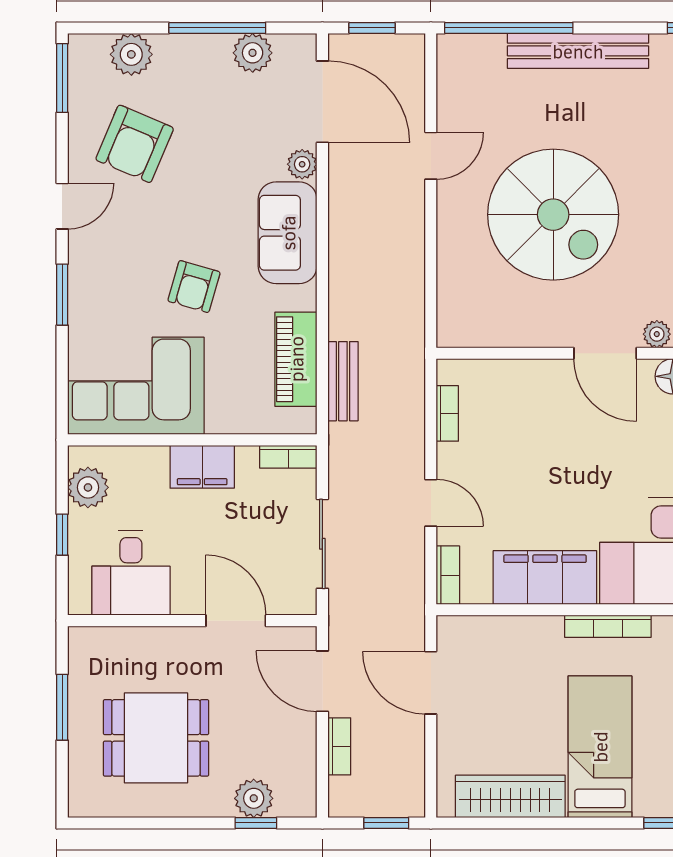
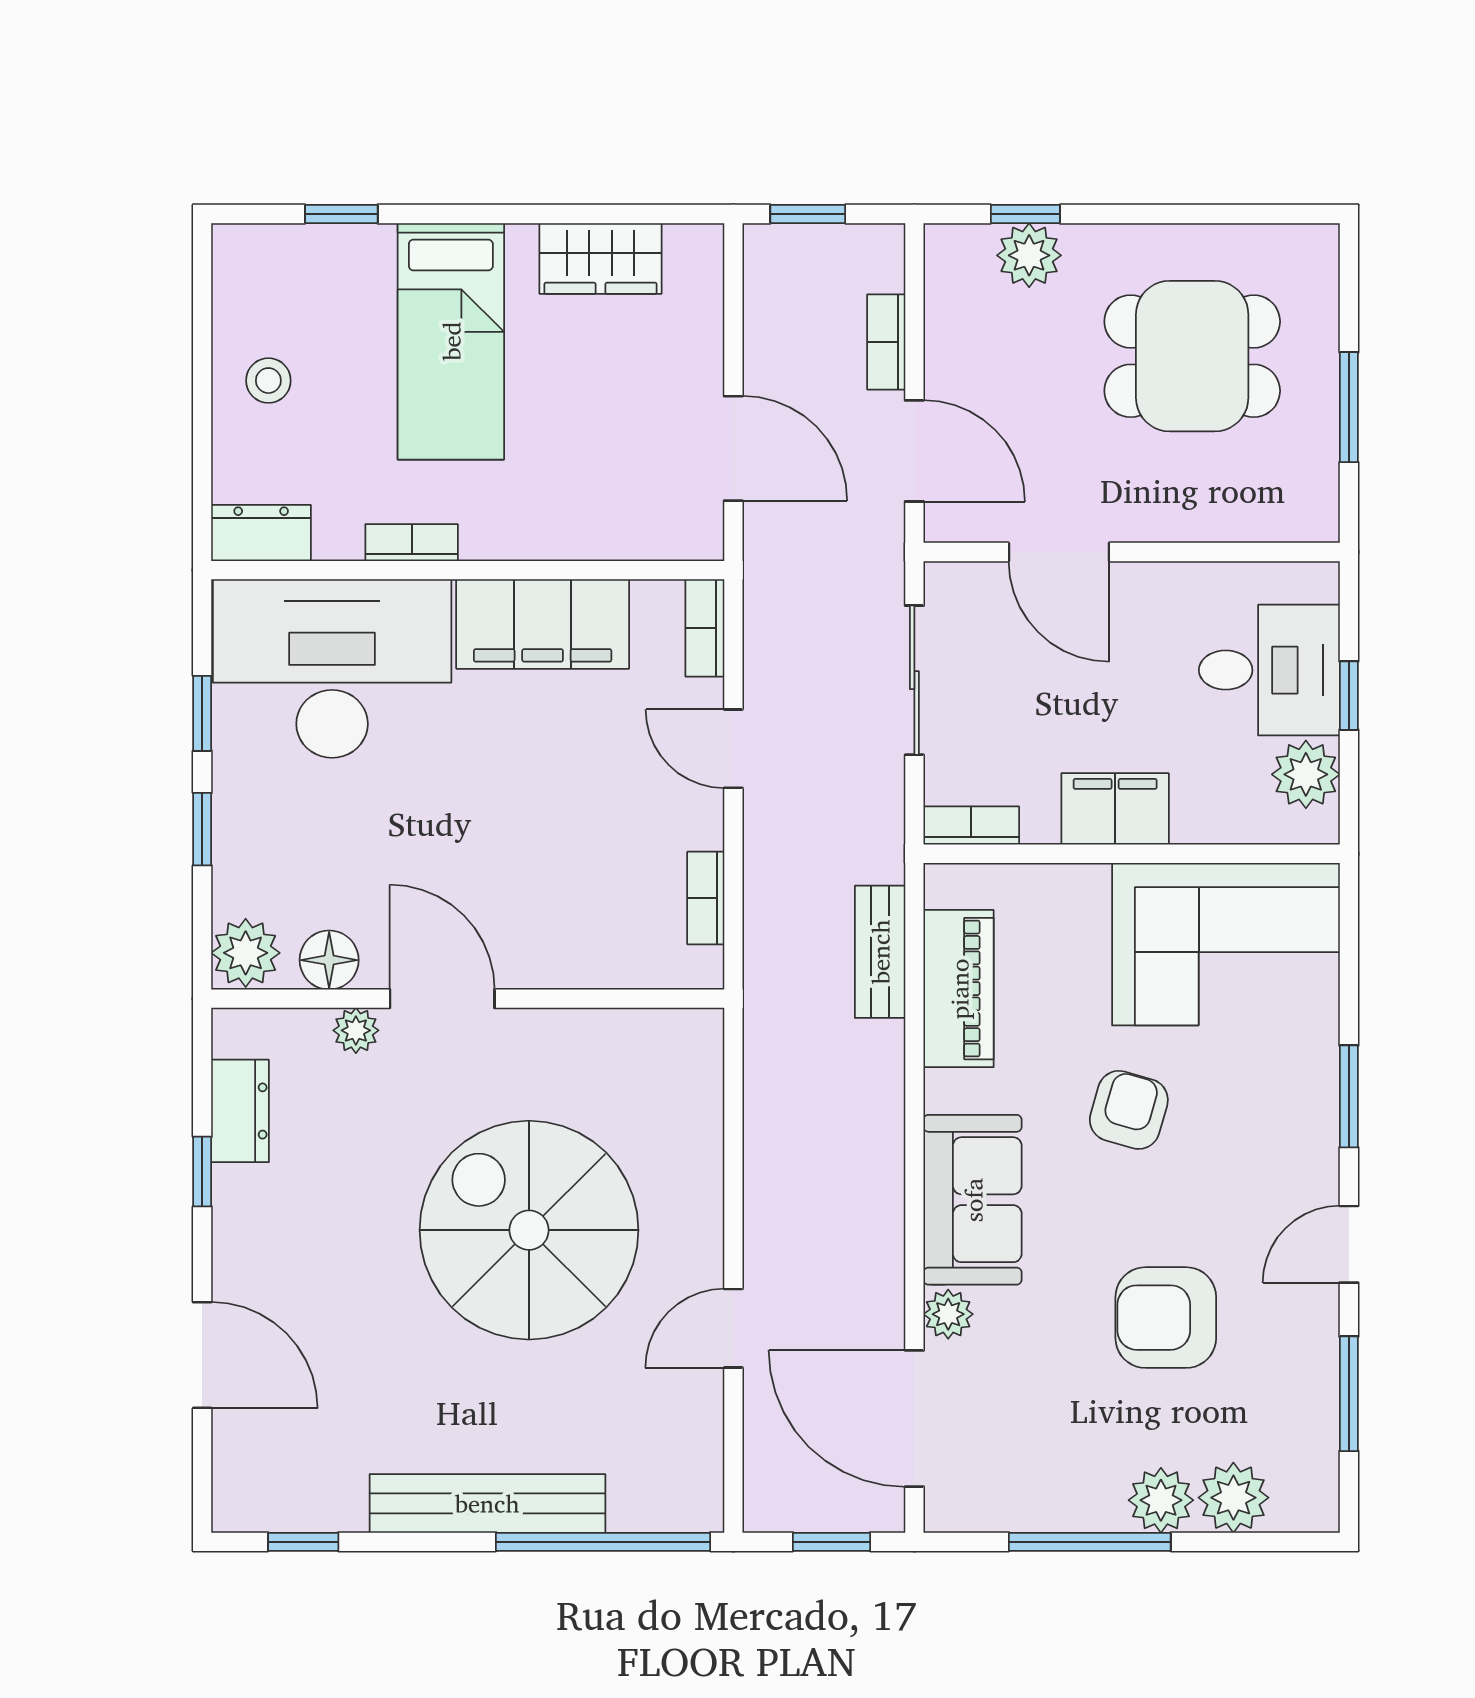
plant: (253, 53) -> (1161, 1500), moved
window: (62, 78) -> (1349, 1394), moved
armchair: (135, 144) -> (1166, 1318), moved, turned -113
desk: (131, 573) -> (1269, 670), moved, turned 90
bookcase: (608, 626) -> (412, 543), width x0.64
wardrobe: (510, 796) -> (600, 258), width x0.67

